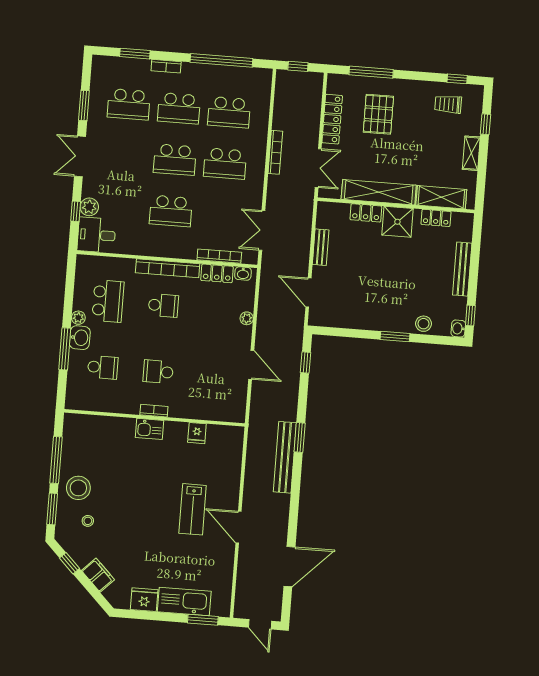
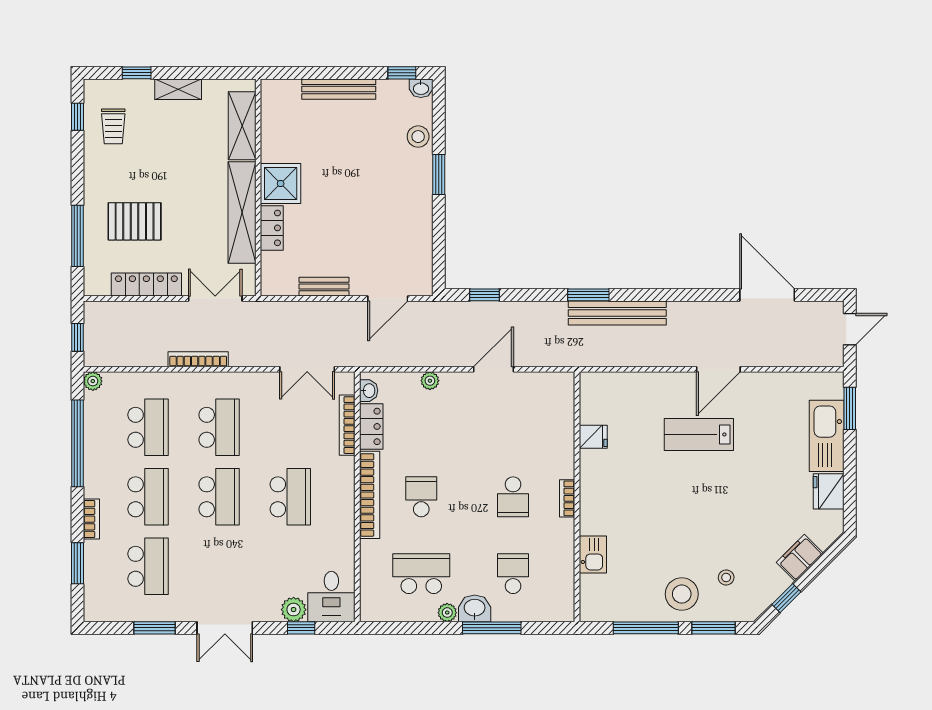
plant: (266, 75) -> (93, 381), added
locker: (436, 218) -> (271, 131), removed
kitchen sink: (150, 429) -> (593, 555), moved
lab bench: (193, 509) -> (699, 434), turned 180

